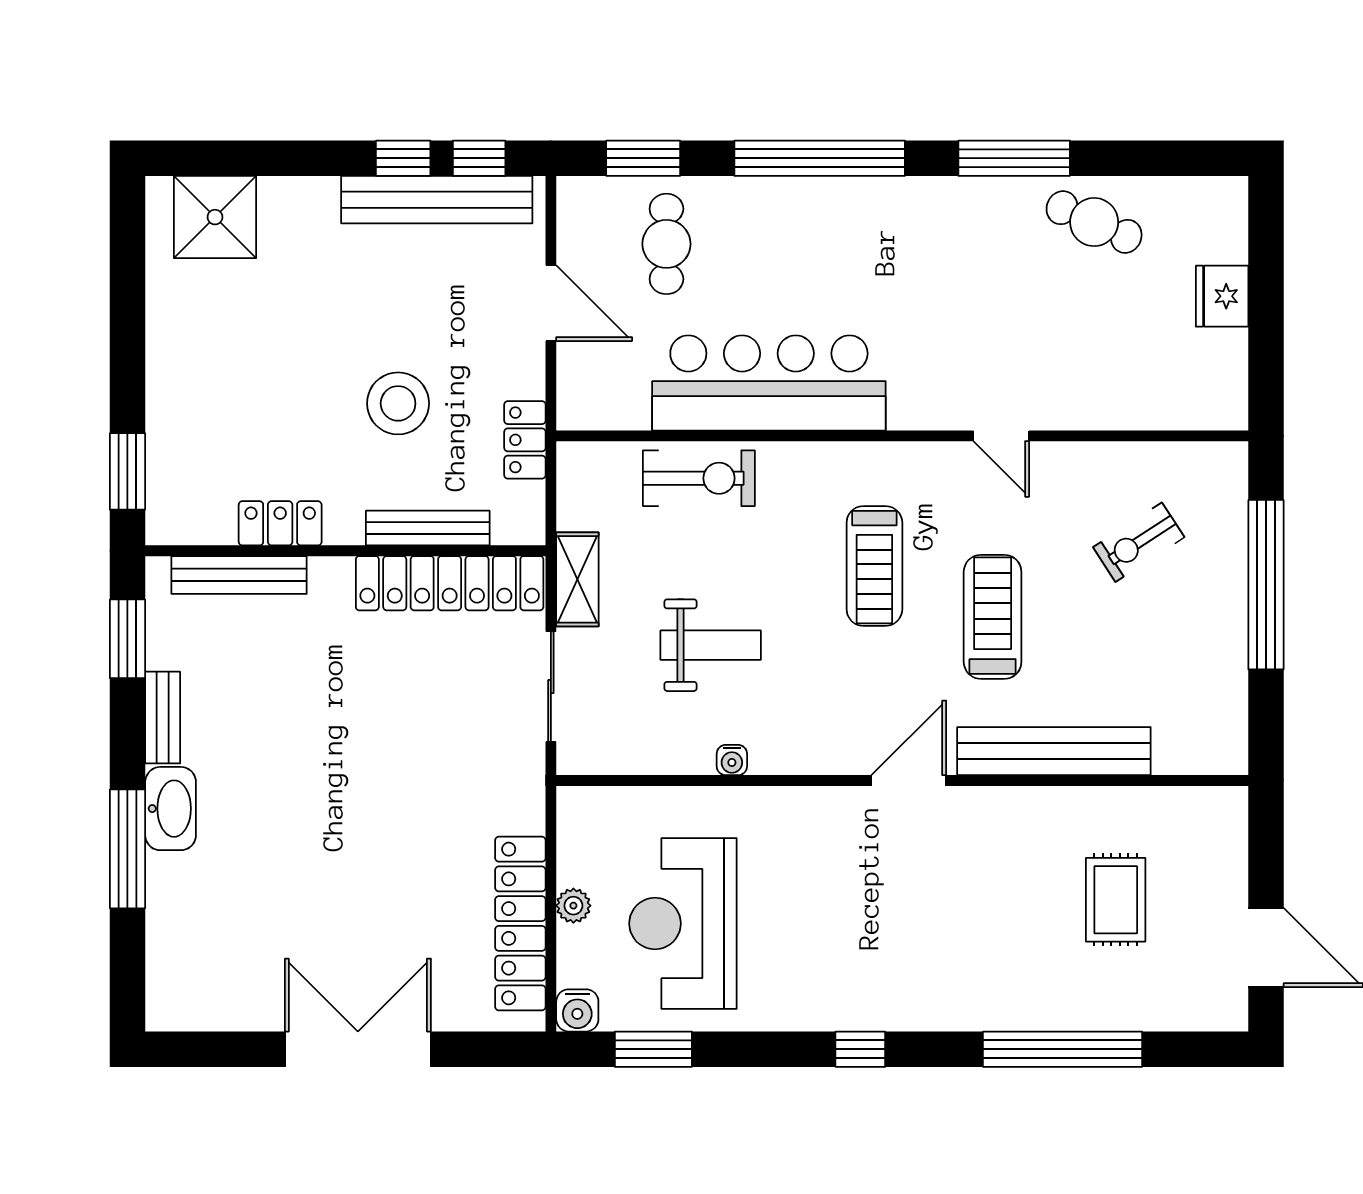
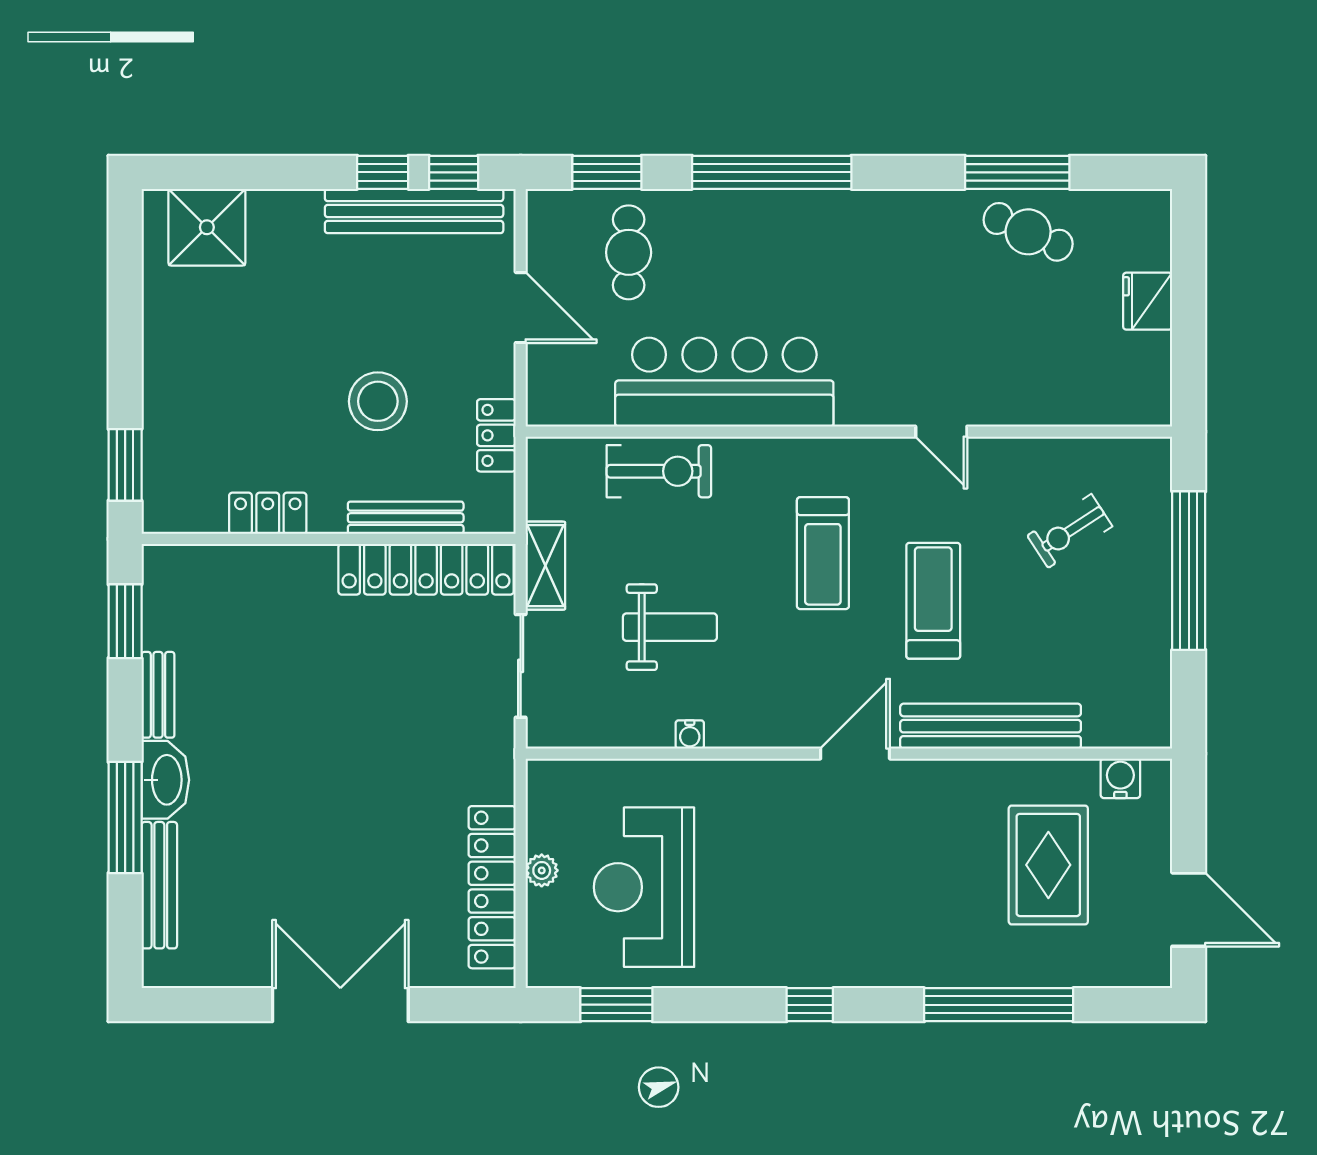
window: (1014, 158) -> (1017, 172), moved
bench: (239, 575) -> (159, 885), moved, turned 90
rug: (1116, 900) -> (1048, 865), width x1.36, depth x1.43
water cooler: (577, 1010) -> (1120, 778), moved, turned 180

